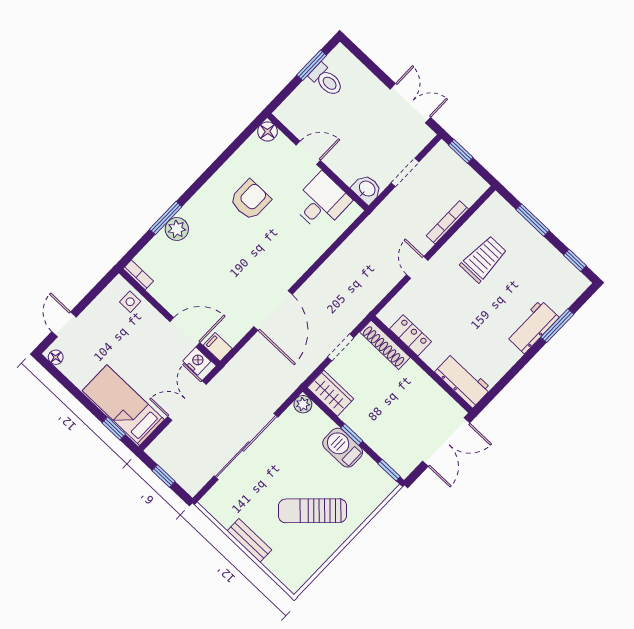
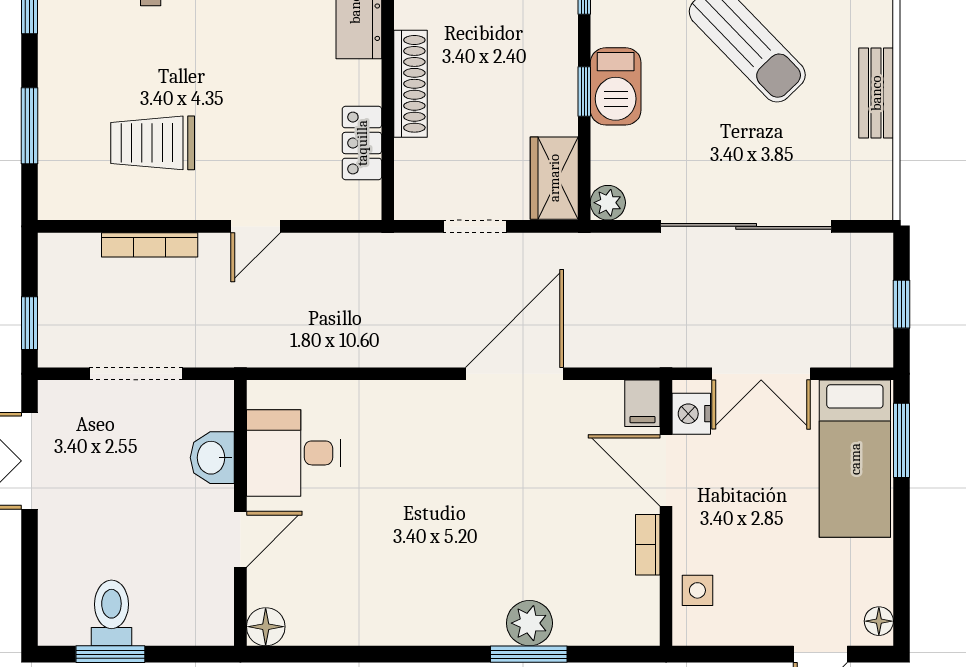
door: (308, 153) -> (240, 539), swing flipped
doorway: (405, 172) -> (136, 374), width x1.38
washbasin: (367, 189) -> (212, 458), moved
armchair: (250, 200) -> (387, 558), removed
bookcase: (138, 275) -> (648, 545), moved
shoe rack: (385, 345) -> (410, 84), moved
window: (114, 428) -> (901, 440), width x1.50

